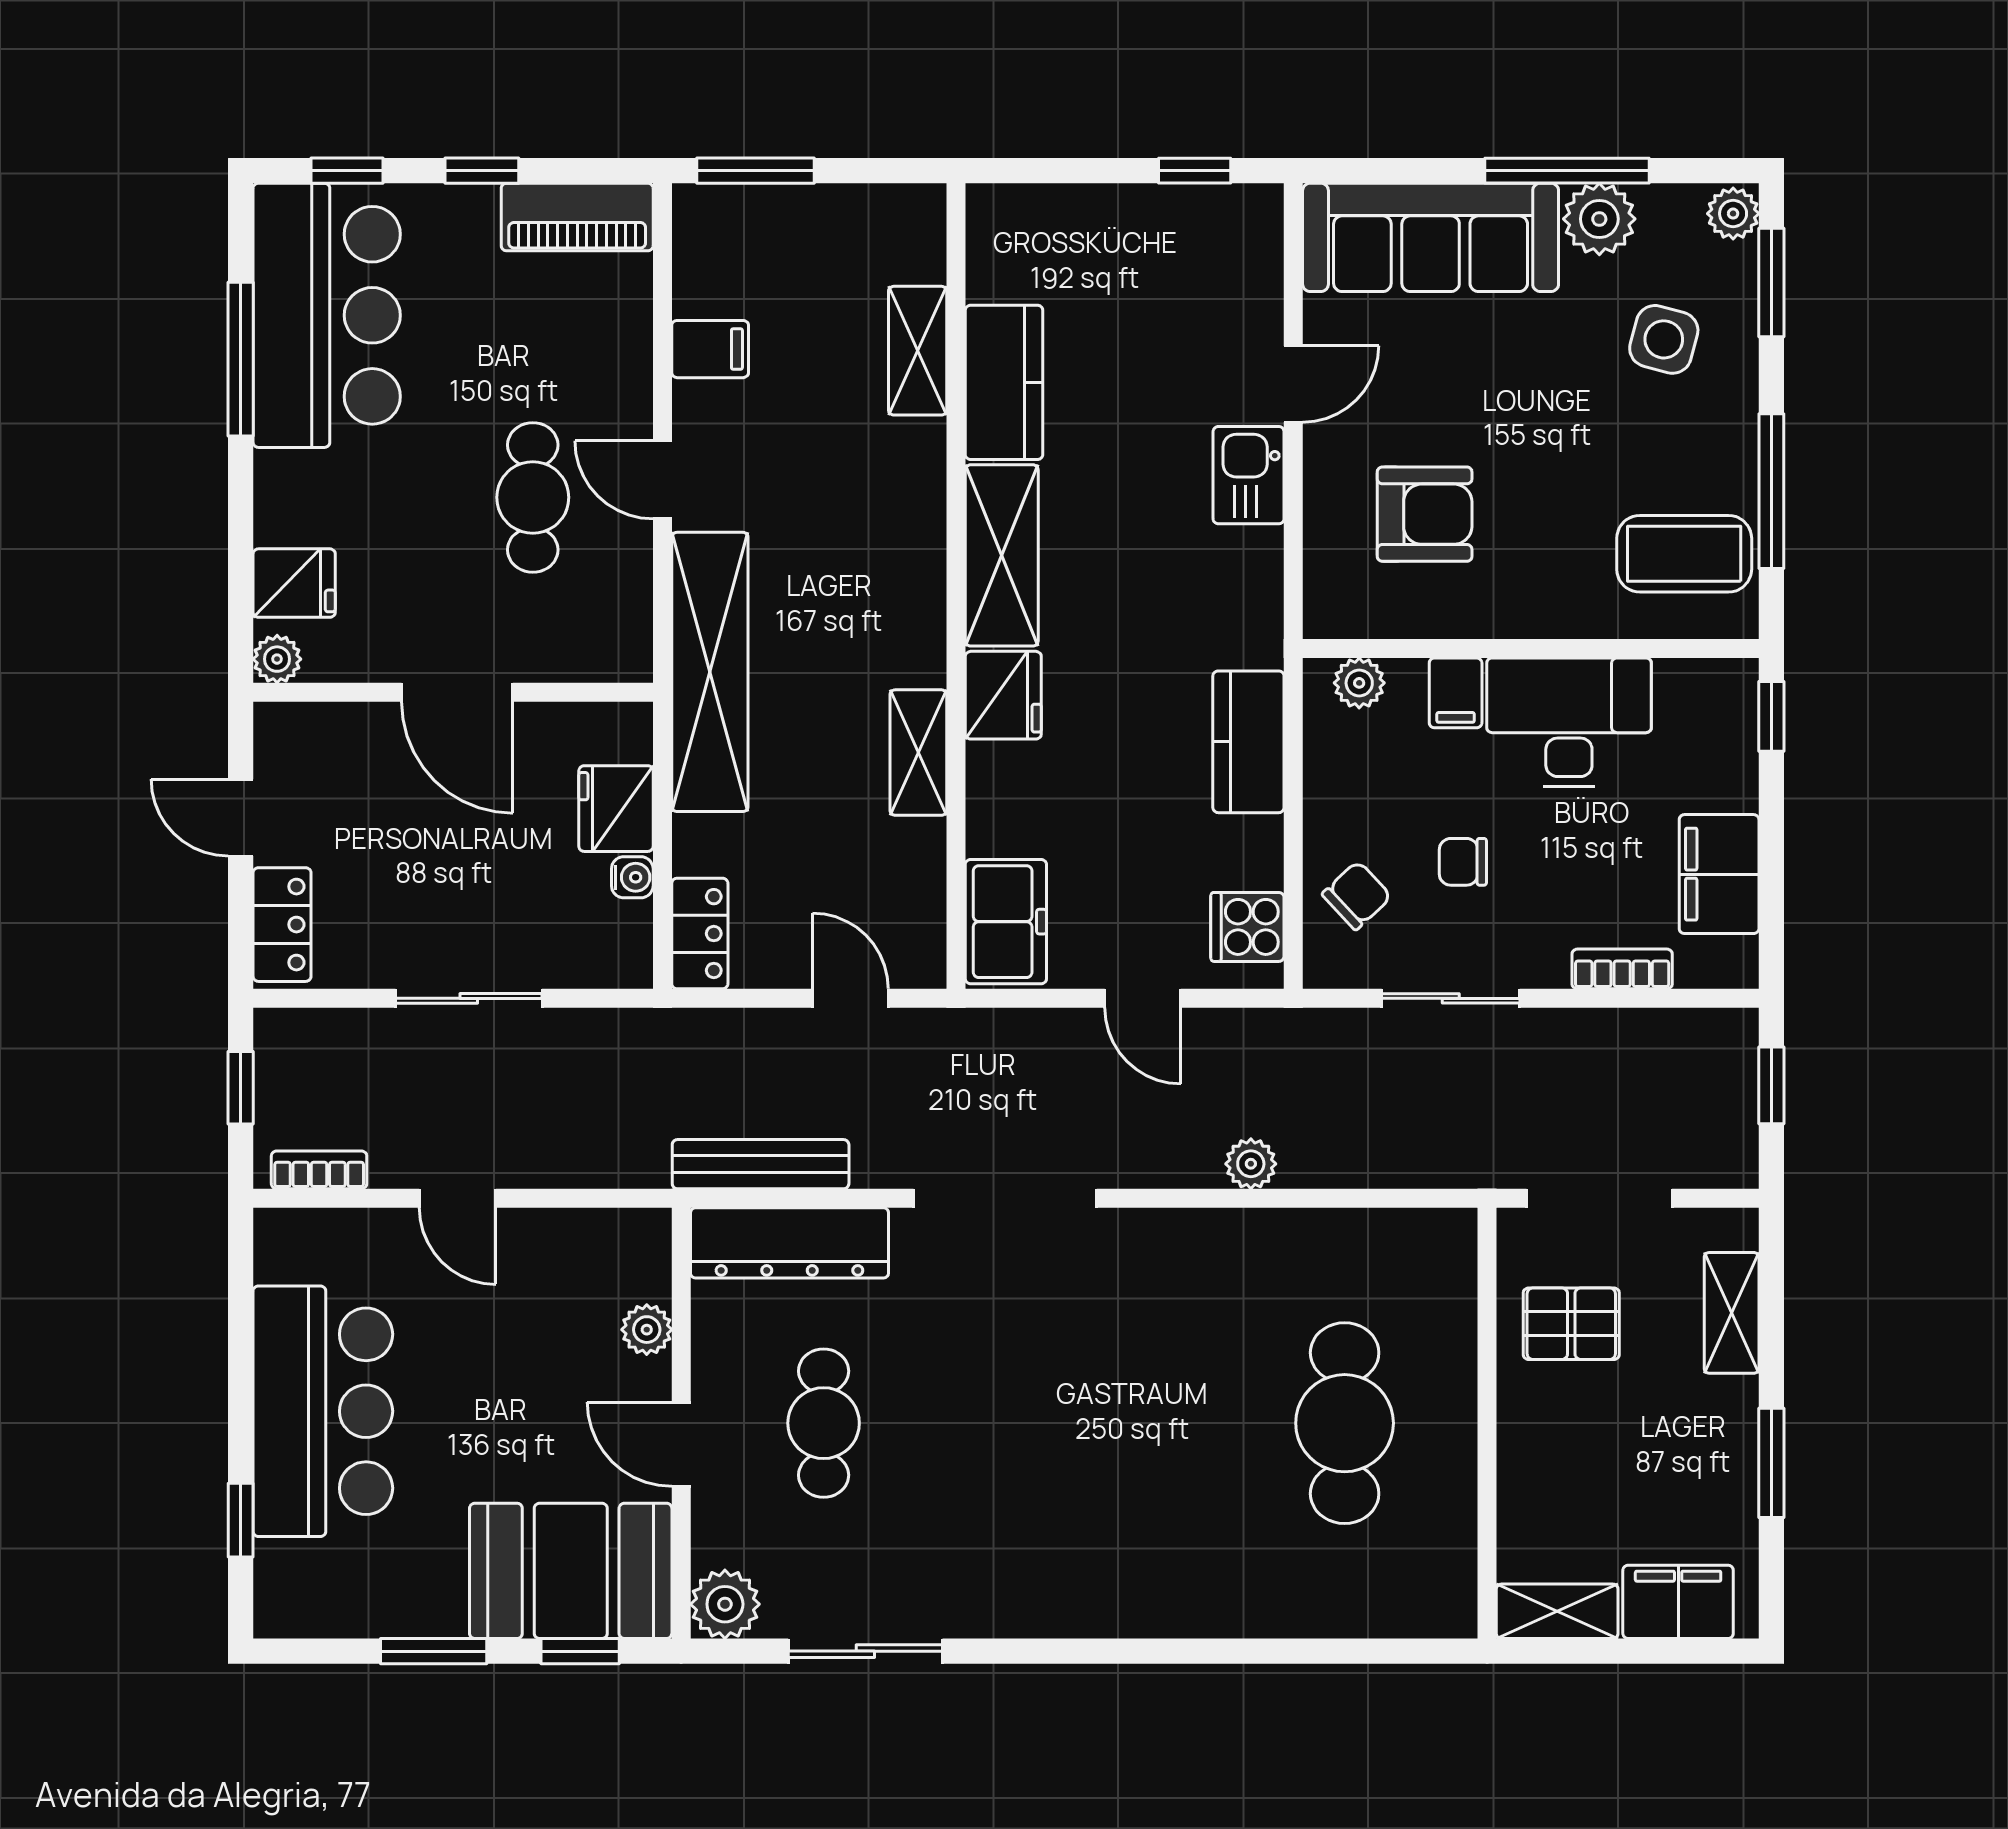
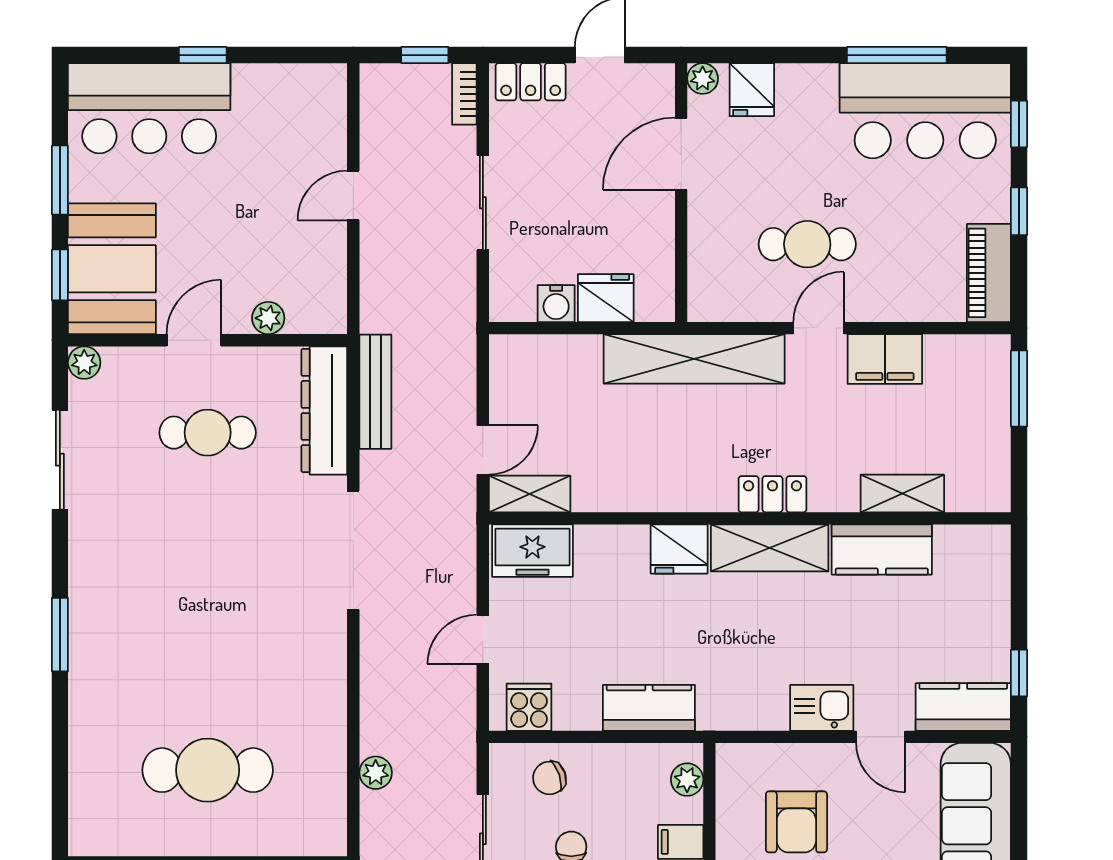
kitchen counter: (1247, 257) -> (963, 707), added
filing cabinet: (710, 349) -> (885, 359), width x2.00
door: (457, 692) -> (681, 154), moved
shelving: (918, 753) -> (530, 494), moved
water cooler: (632, 877) -> (556, 304), width x1.38, depth x1.38
chair: (1357, 895) -> (549, 778), turned 114
locker: (700, 934) -> (773, 494), moved, turned 180
plant: (1251, 1164) -> (376, 773), moved
bookcase: (319, 1170) -> (464, 94), moved, turned 180
bar counter: (323, 1411) -> (149, 108), moved
window: (241, 1520) -> (203, 55), moved
plant: (725, 1604) -> (84, 363), width x0.73, depth x0.73
window: (1135, 1651) -> (60, 635), added

